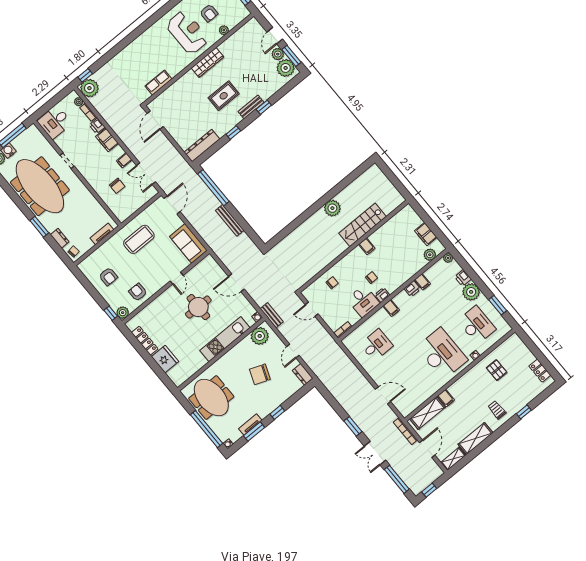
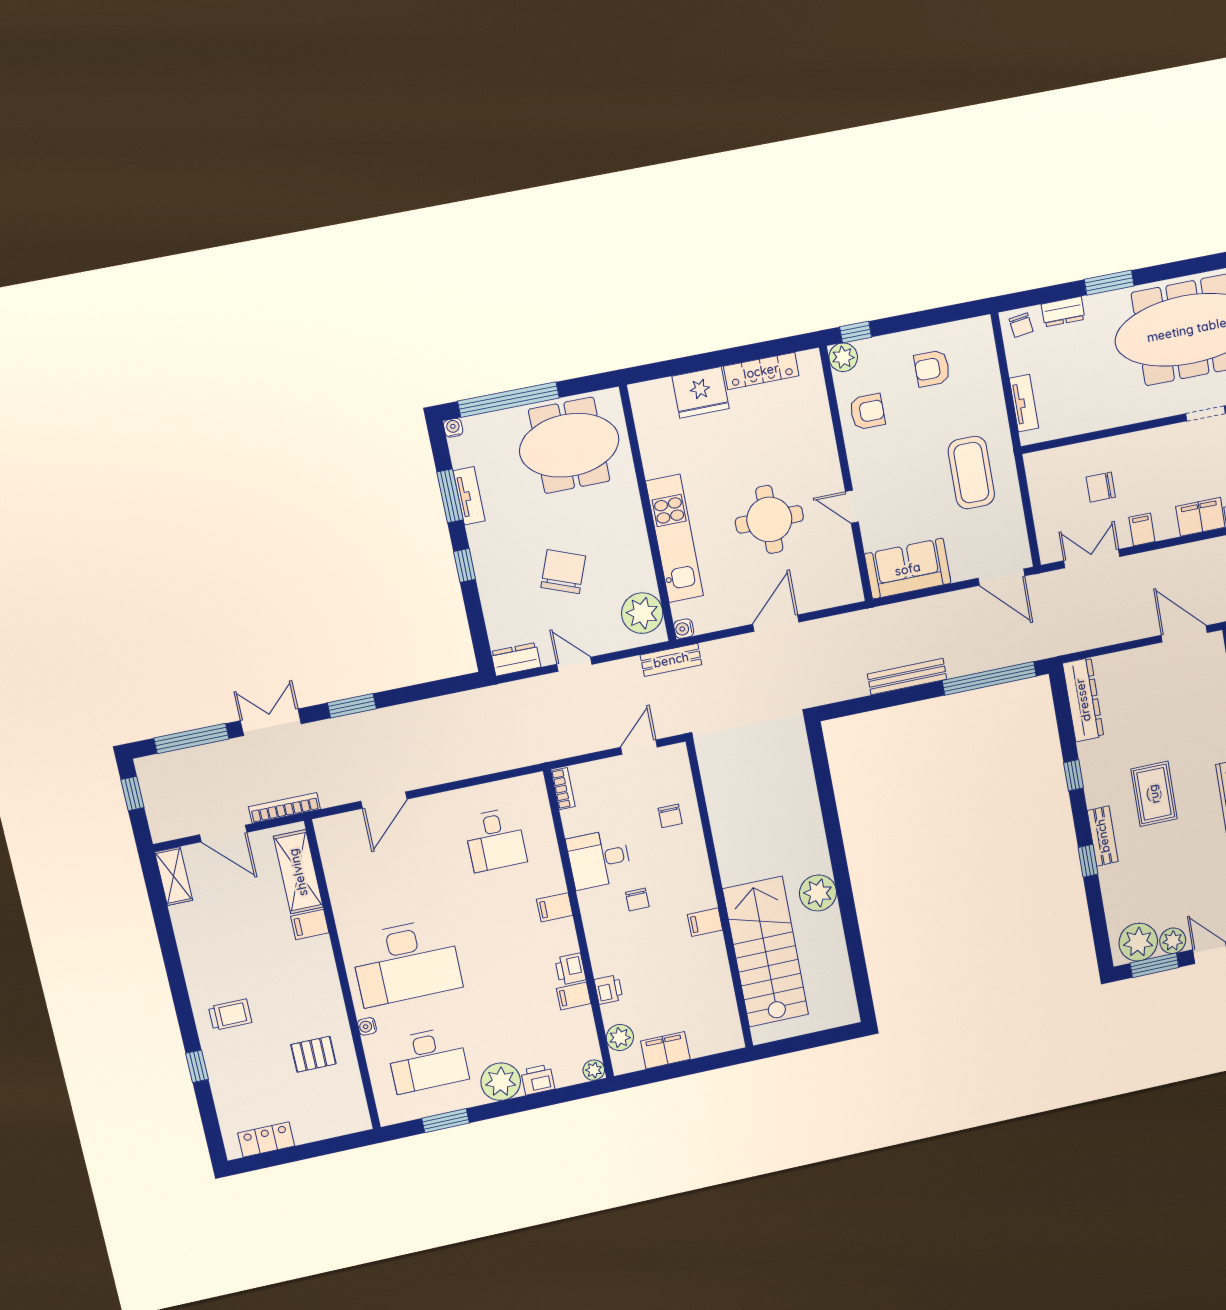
stairs: (363, 225) -> (766, 952), width x1.36, depth x1.51
printer: (382, 295) -> (609, 989), moved
shelving: (476, 439) -> (193, 942), removed

